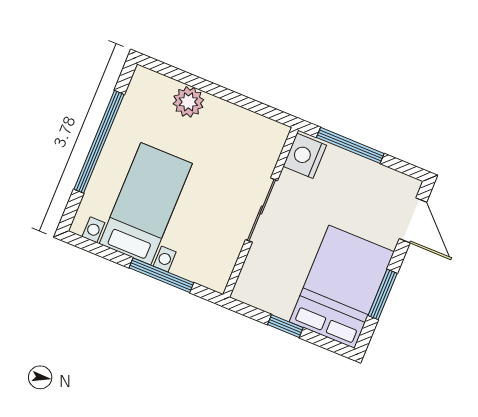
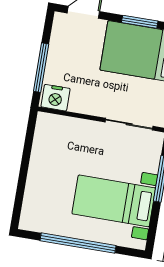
plant: (188, 102) -> (36, 187), removed
sliding door: (261, 210) -> (129, 124), moved

